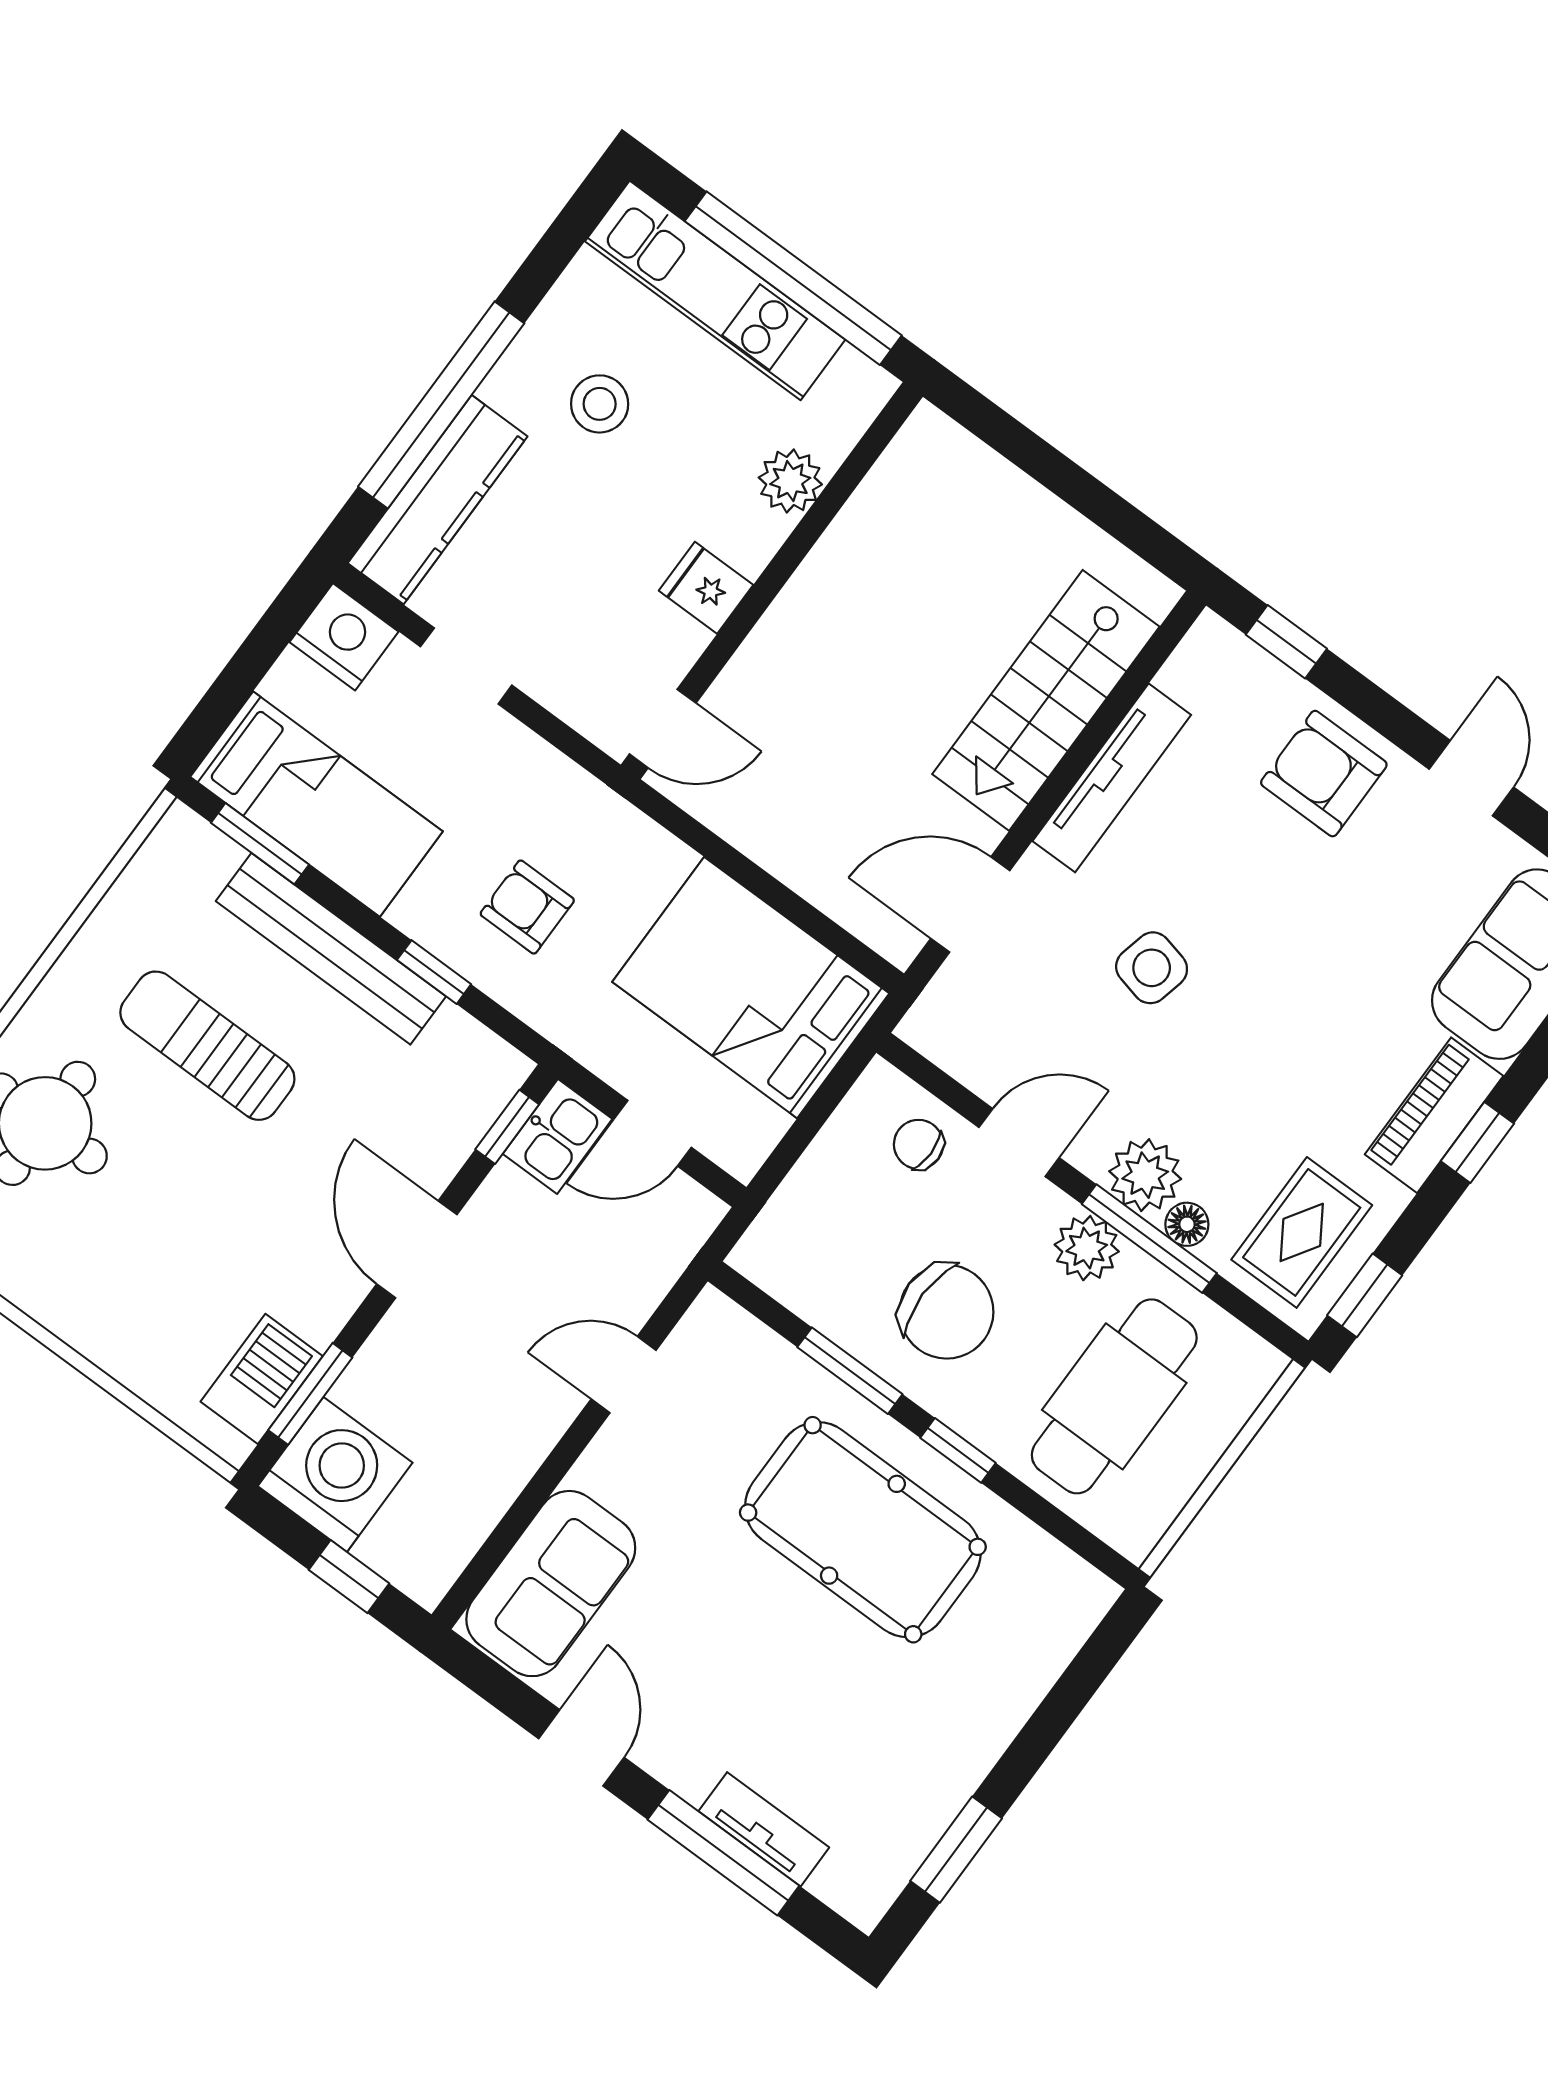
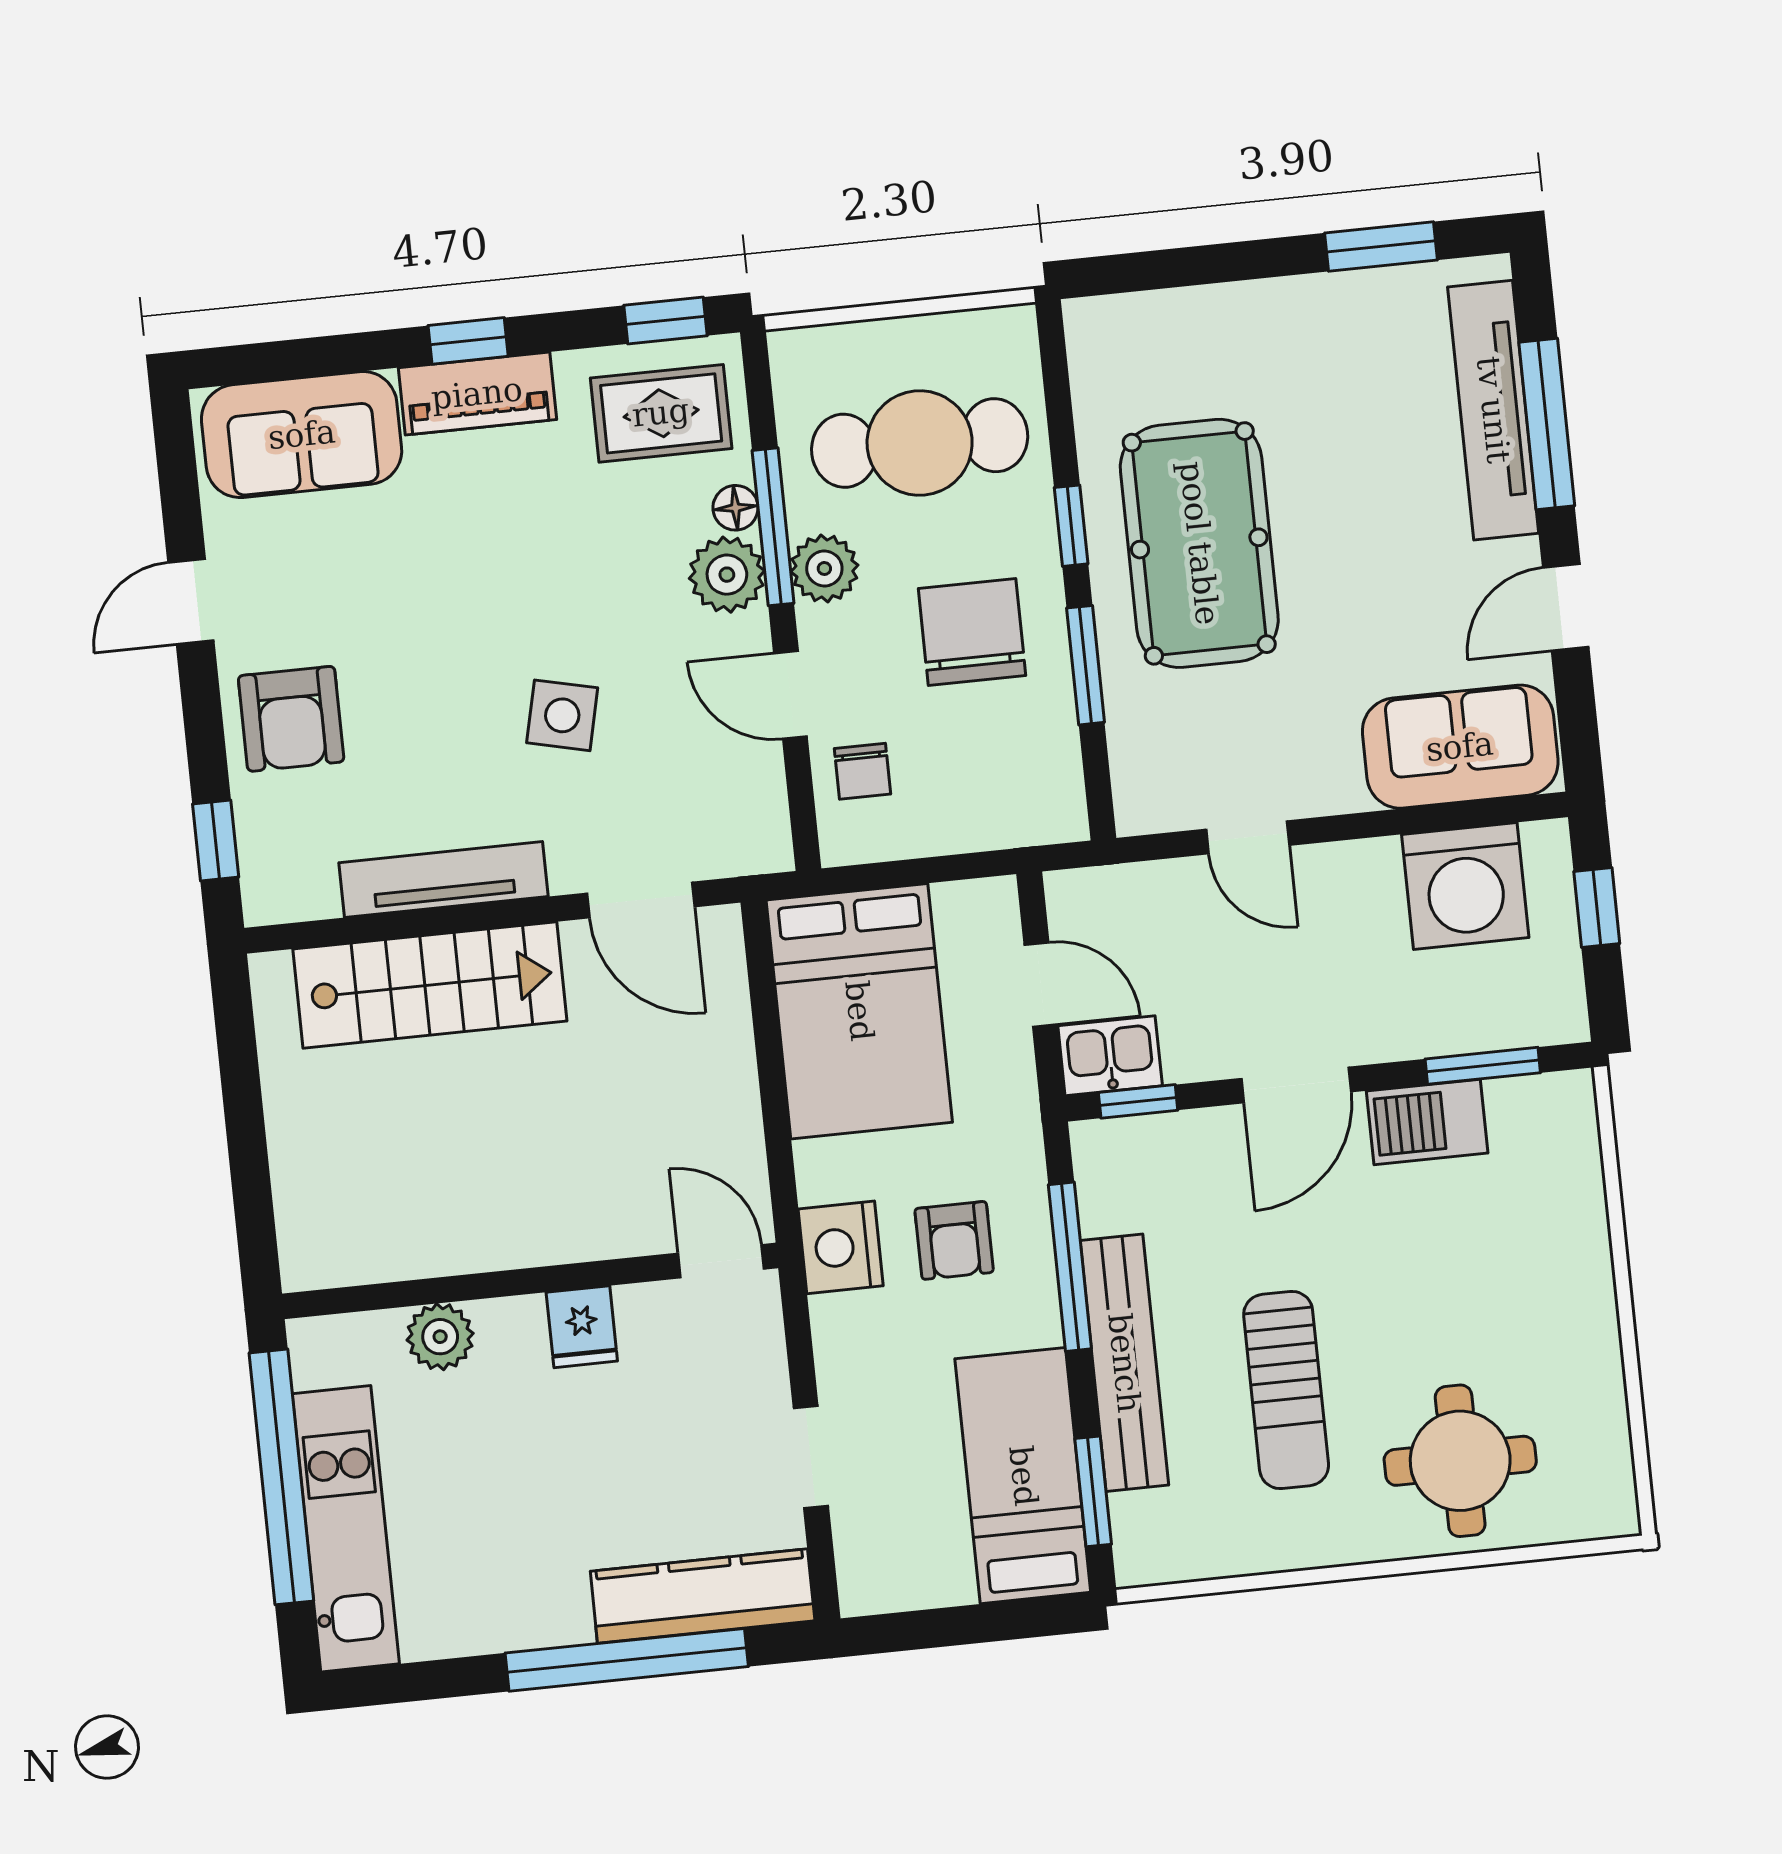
stool: (600, 404) -> (515, 1538), removed
nightstand: (344, 637) -> (841, 1247), moved
window: (434, 972) -> (1070, 1267), width x2.17
barbecue: (262, 1379) -> (1427, 1122), moved
washing machine: (335, 1474) -> (1465, 886), moved, turned -90
tv unit: (764, 1829) -> (1493, 410), width x1.92, depth x1.29

